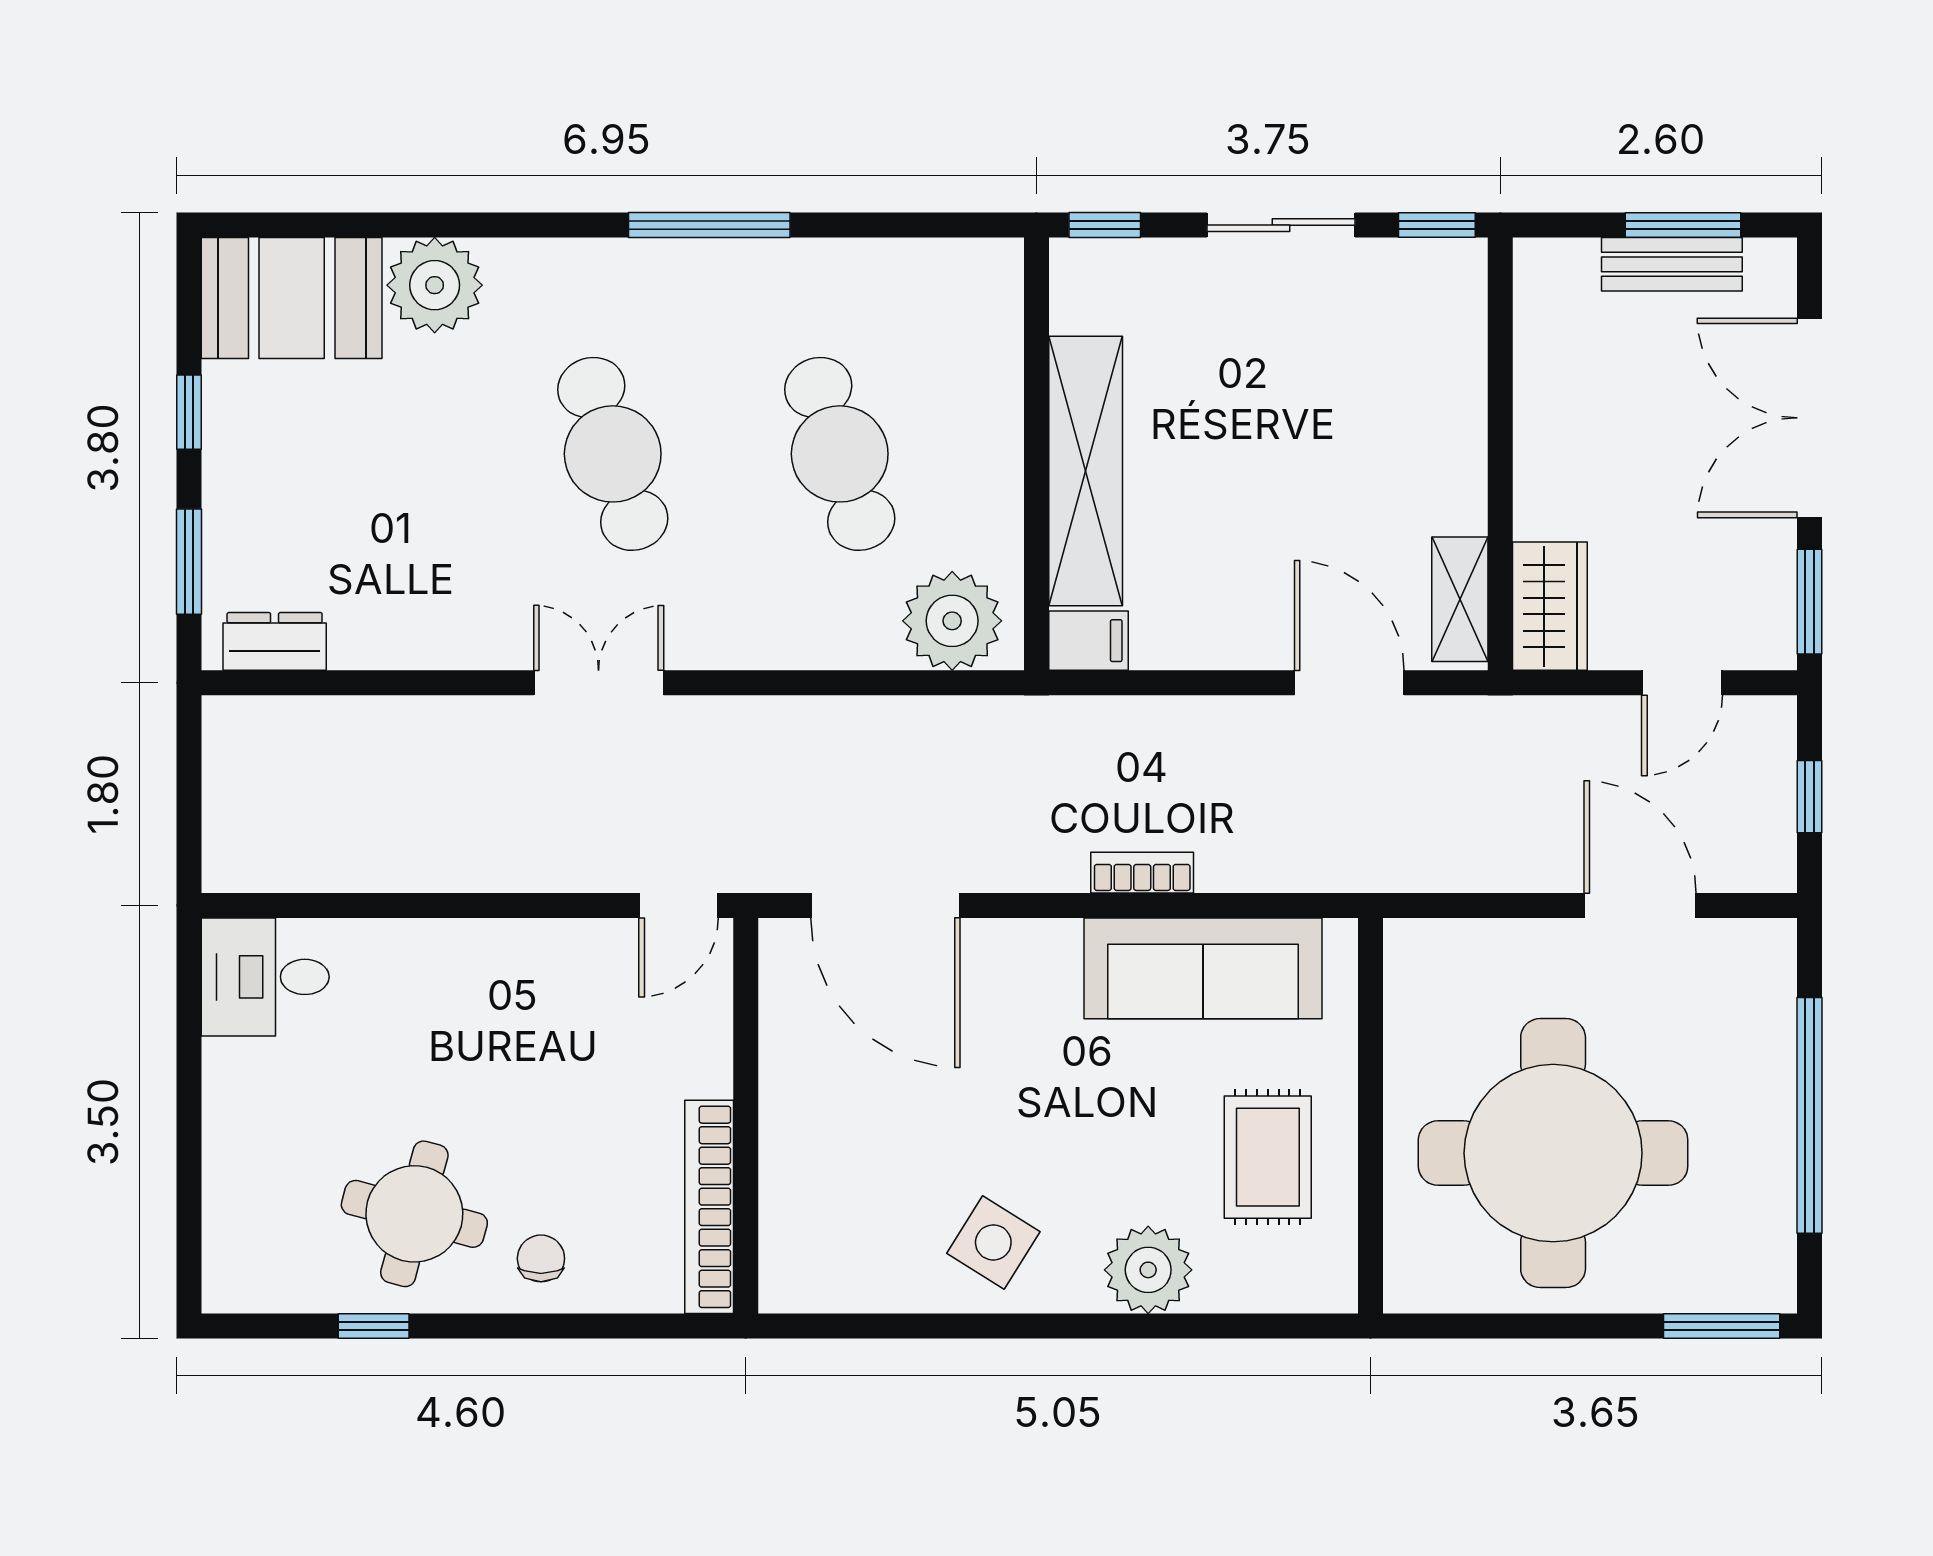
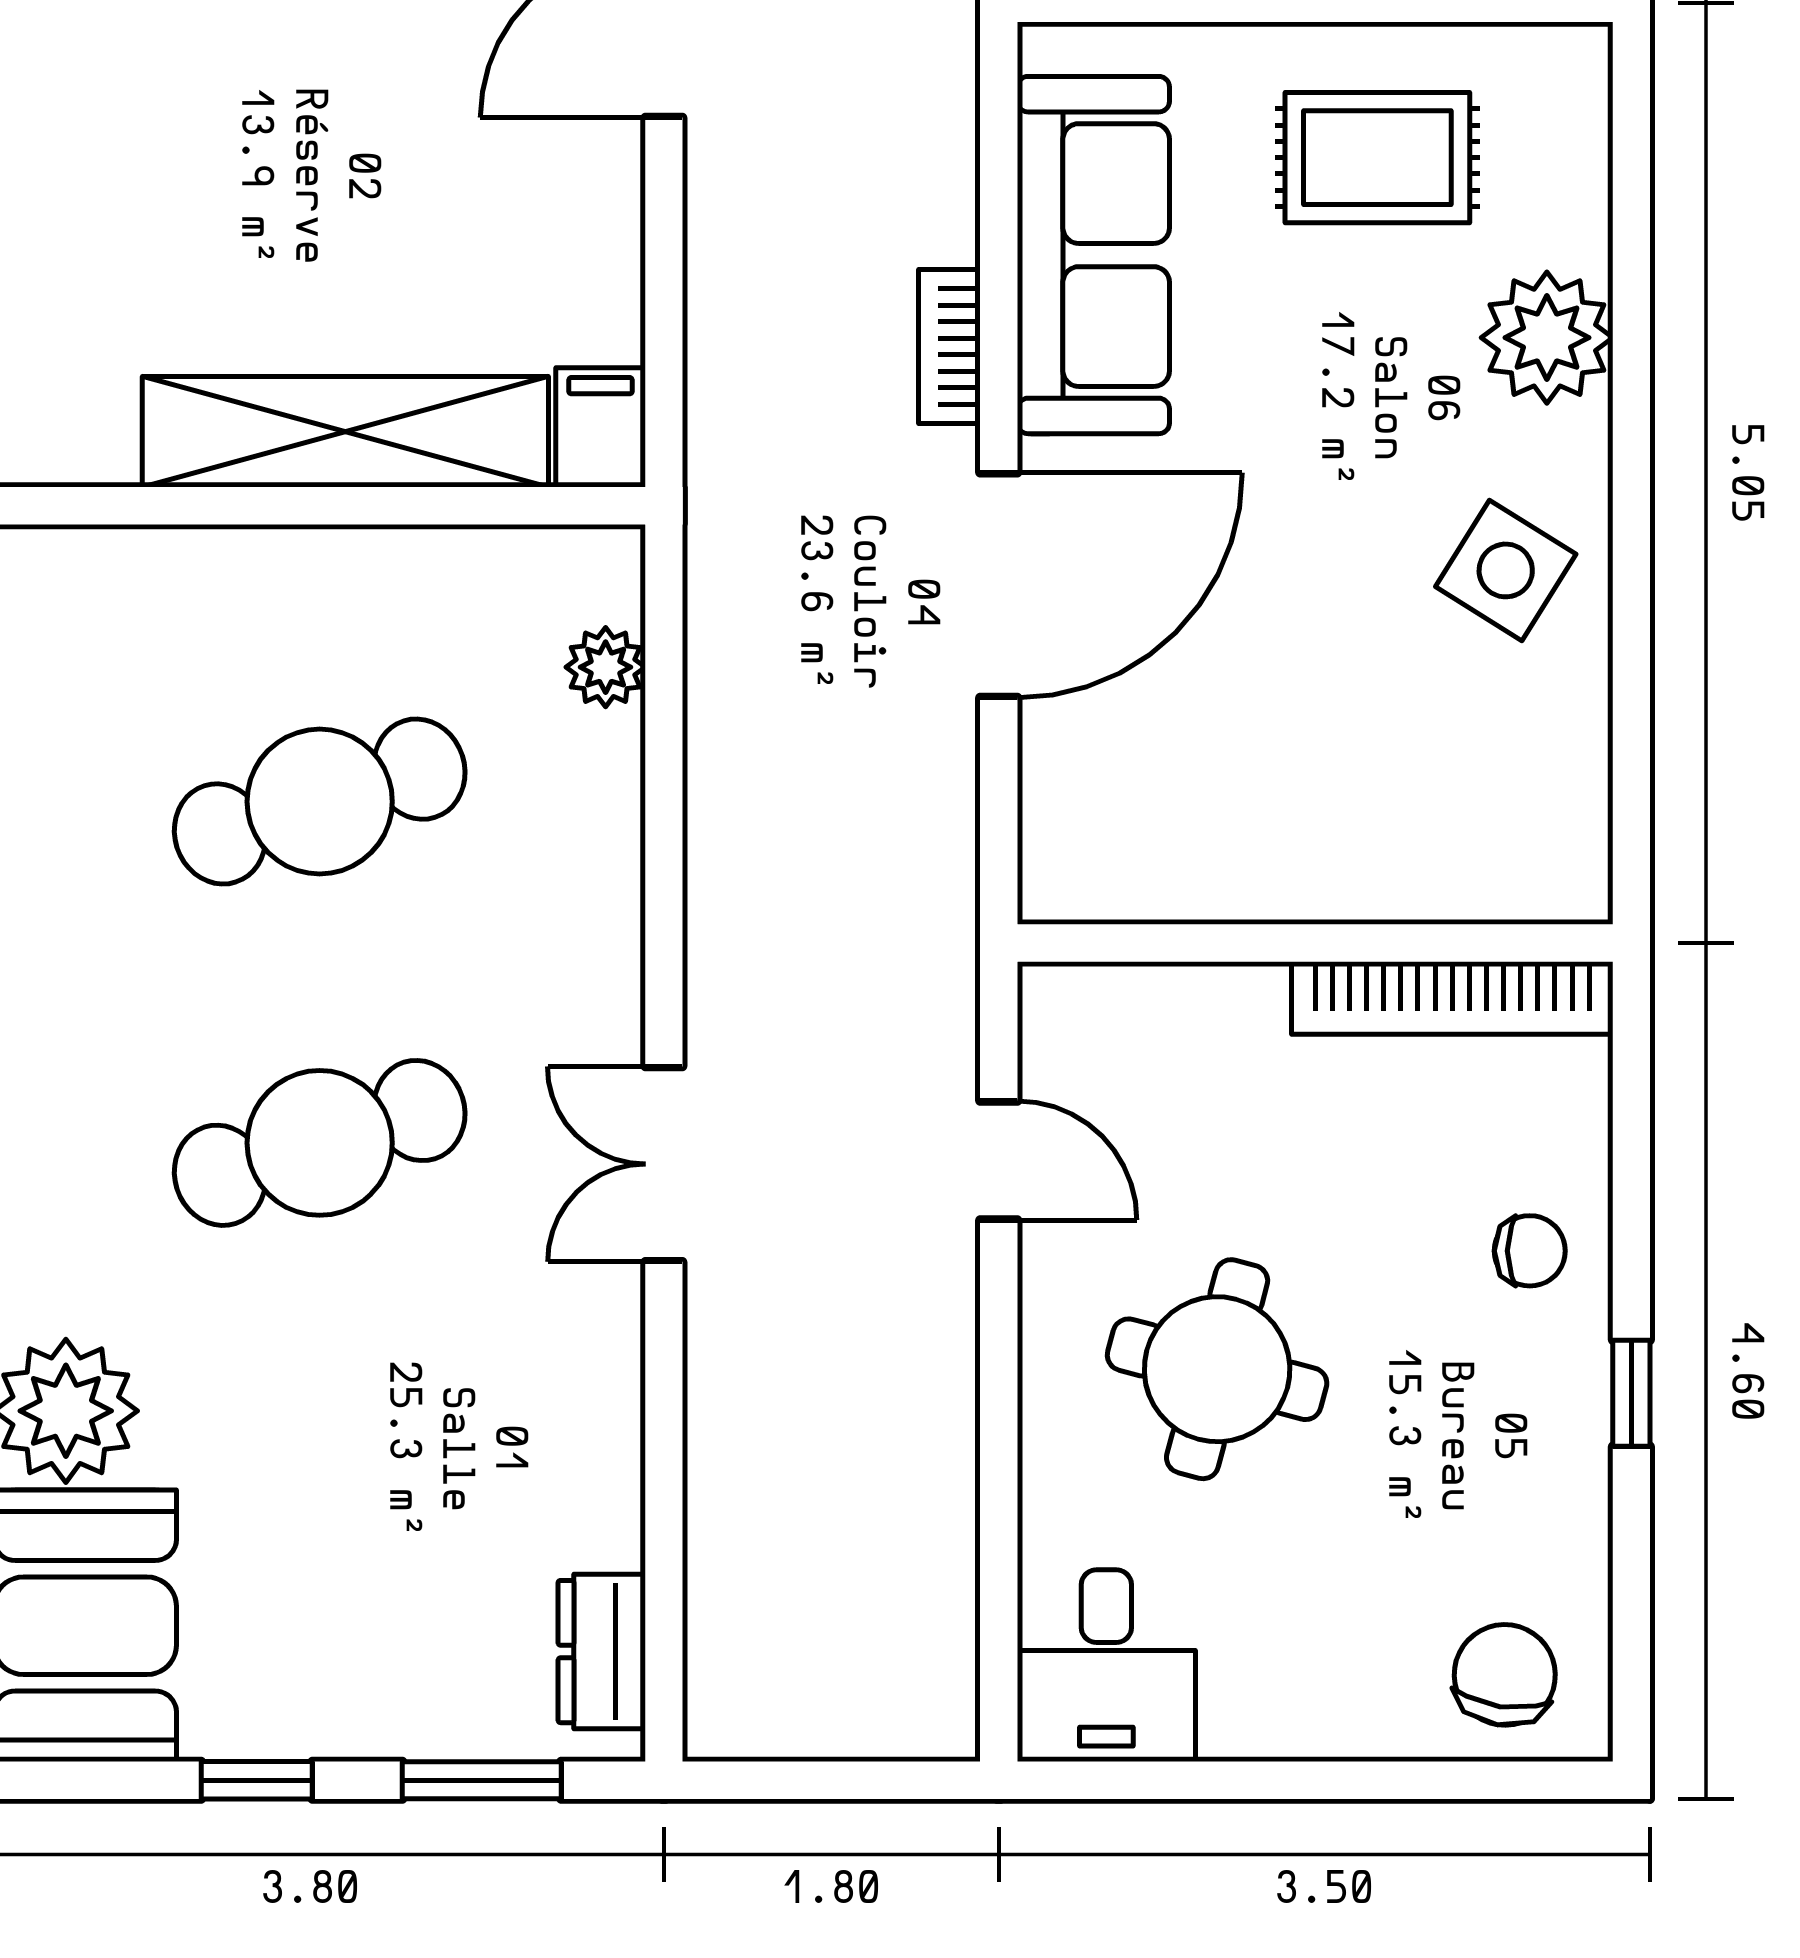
plant: (952, 621) -> (606, 667), width x0.53, depth x0.53
door: (679, 905) -> (999, 1161), moved
door: (885, 905) -> (999, 585), moved
round table: (414, 1214) -> (1217, 1369), moved
chair: (259, 1242) -> (1505, 1675), added
chair: (541, 1258) -> (1530, 1251), turned 180
window: (374, 1326) -> (1631, 1393), moved

